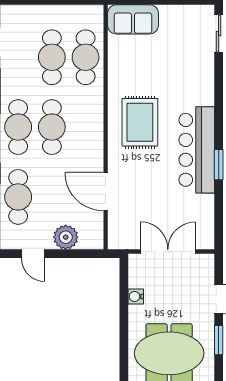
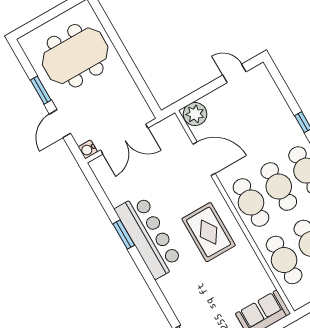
cafe table: (18, 197) -> (251, 203), moved
plant: (66, 237) -> (195, 114), moved
water cooler: (136, 297) -> (88, 149), moved, turned 180

